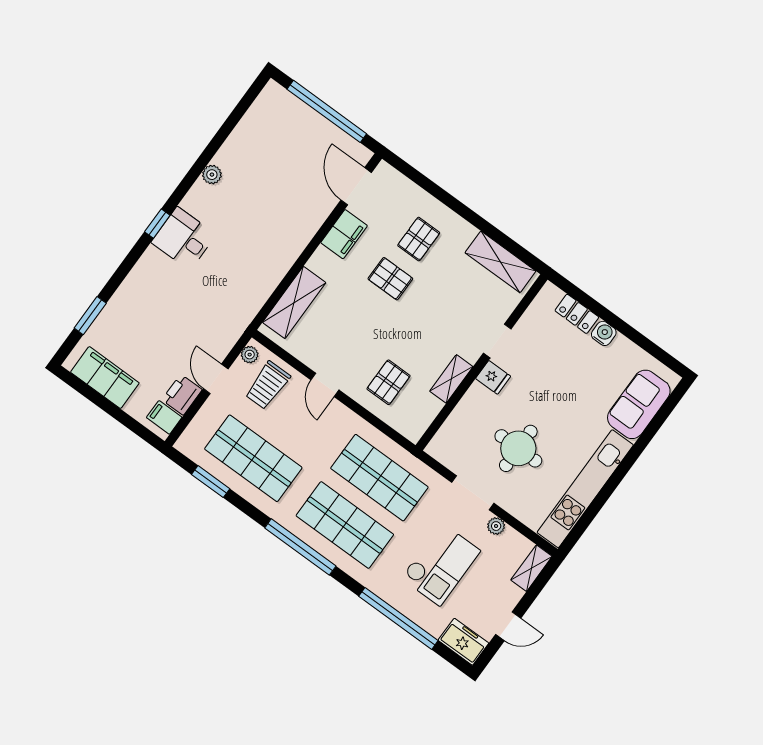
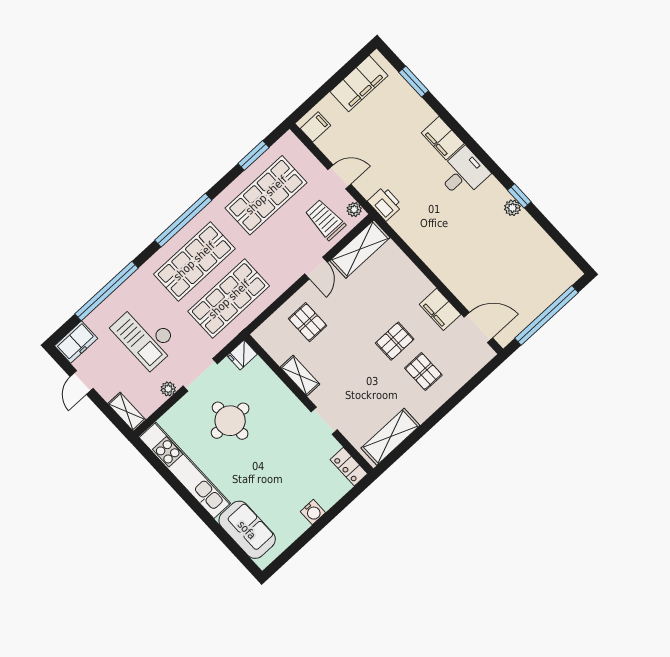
window: (157, 224) -> (519, 196), moved
filing cabinet: (148, 270) -> (443, 138), added
shelving: (294, 302) -> (360, 249), moved, turned 90
locker: (577, 314) -> (349, 467), moved, turned -90
fridge: (493, 377) -> (242, 355), moved
door: (325, 385) -> (316, 268), swing flipped
printer: (182, 395) -> (385, 204), moved

